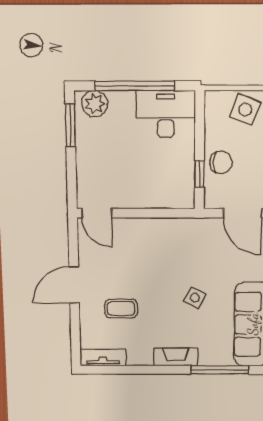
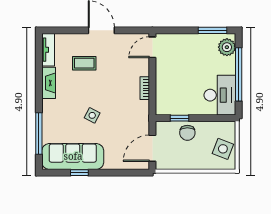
bookcase: (156, 224) -> (145, 88), added
coffee table: (121, 309) -> (84, 63), turned 90
fireplace: (176, 357) -> (49, 83), moved

